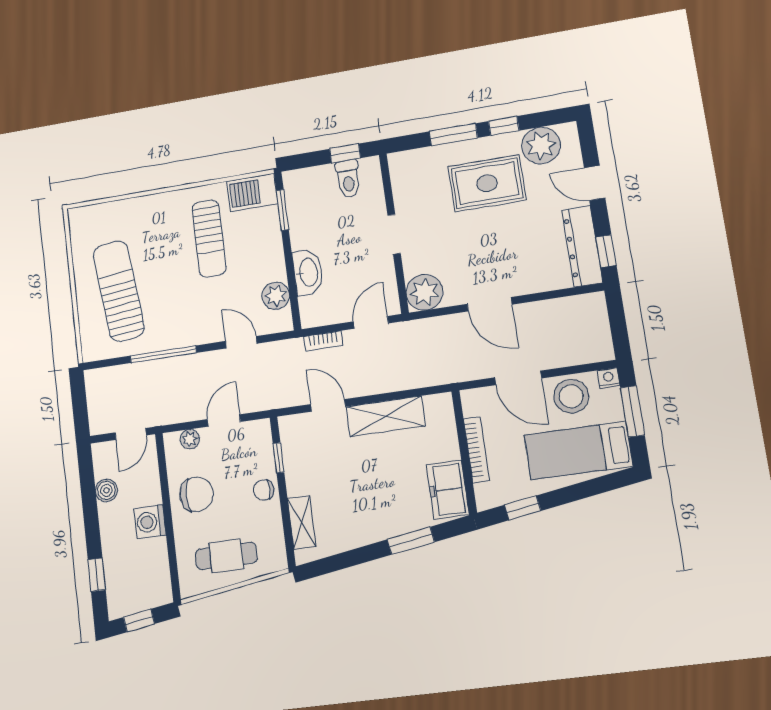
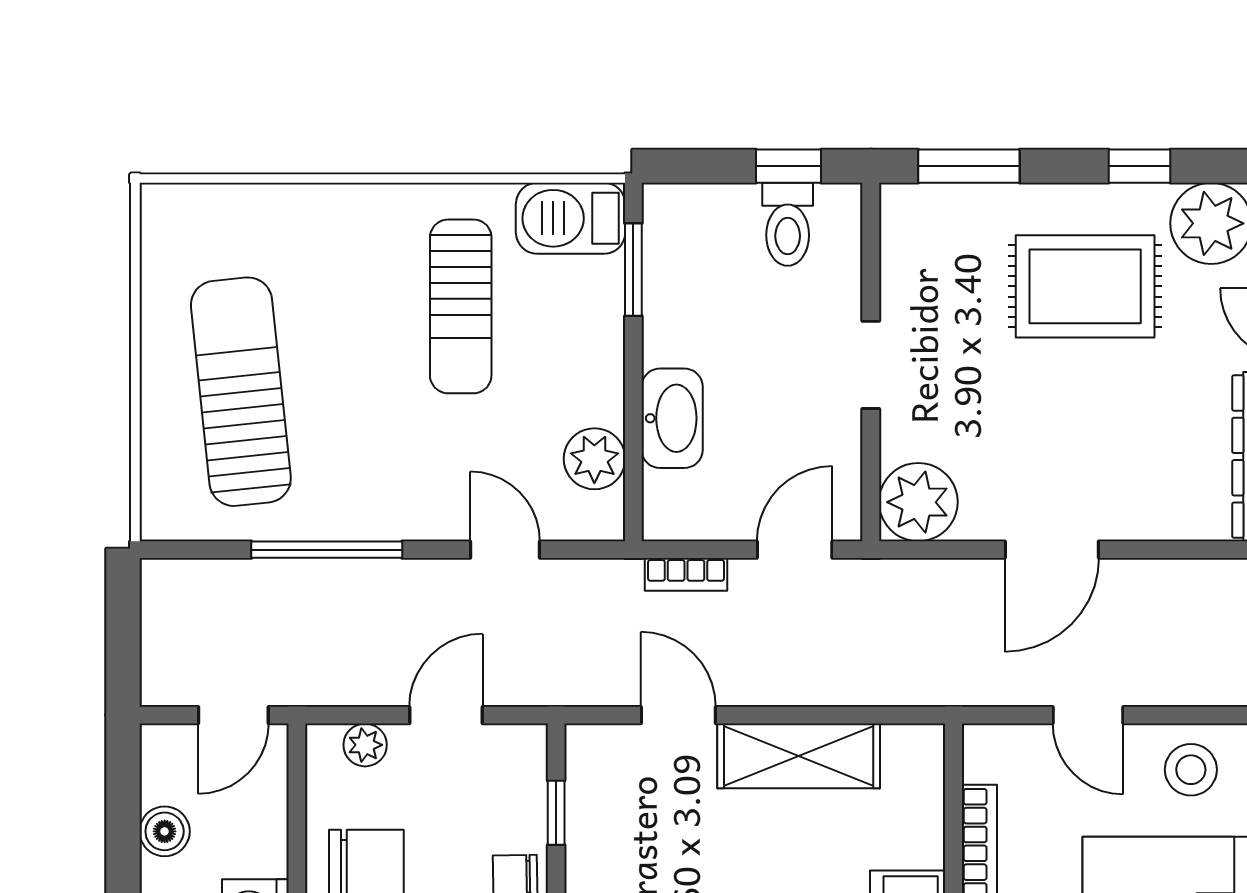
window: (453, 135) -> (969, 166), moved
door: (490, 304) -> (1052, 550), hinge flipped
door: (518, 378) -> (1088, 715), width x0.73
stool: (571, 396) -> (1191, 770), width x0.73, depth x0.73

